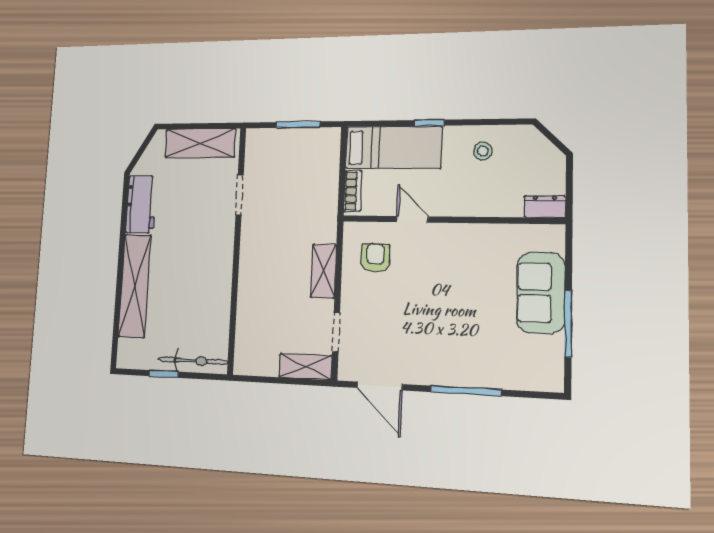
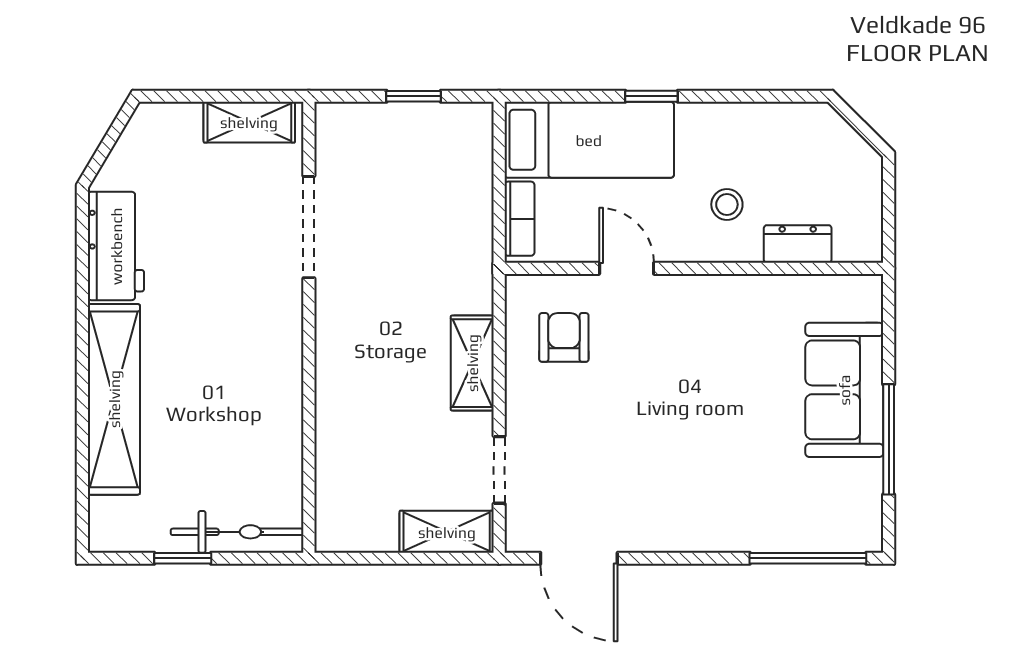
window: (298, 125) -> (414, 96), width x0.67
shelving: (200, 143) -> (249, 122), width x0.67, depth x0.75
stool: (483, 151) -> (727, 204), moved
doorway: (240, 195) -> (309, 227), width x1.38
dresser: (545, 207) -> (798, 244), moved
window: (466, 391) -> (808, 558), moved

